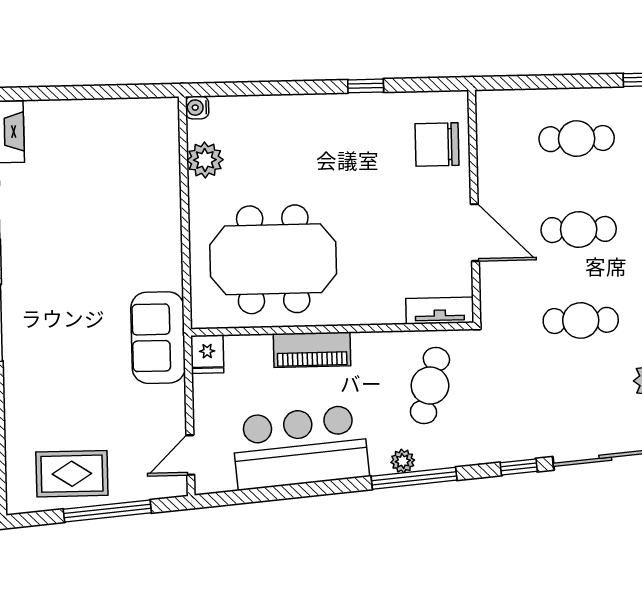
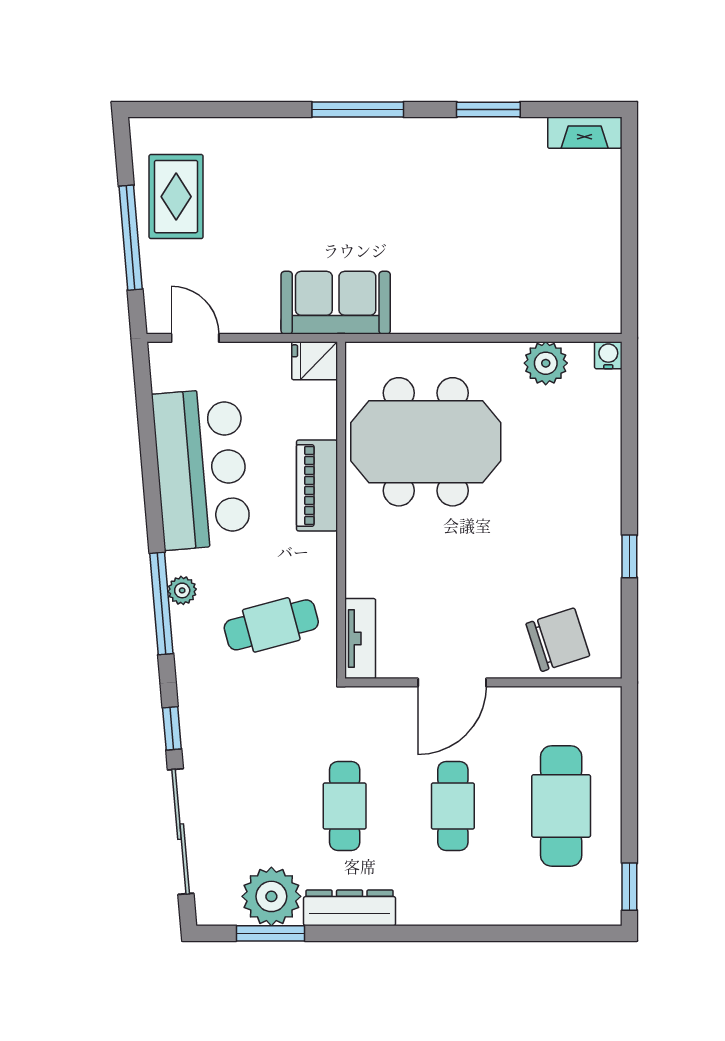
cafe table: (577, 139) -> (561, 806), width x1.37, depth x1.35
chair: (437, 144) -> (558, 640), turned 72
meeting table: (273, 259) -> (426, 442), turned 90
cafe table: (430, 386) -> (271, 625), turned -30

